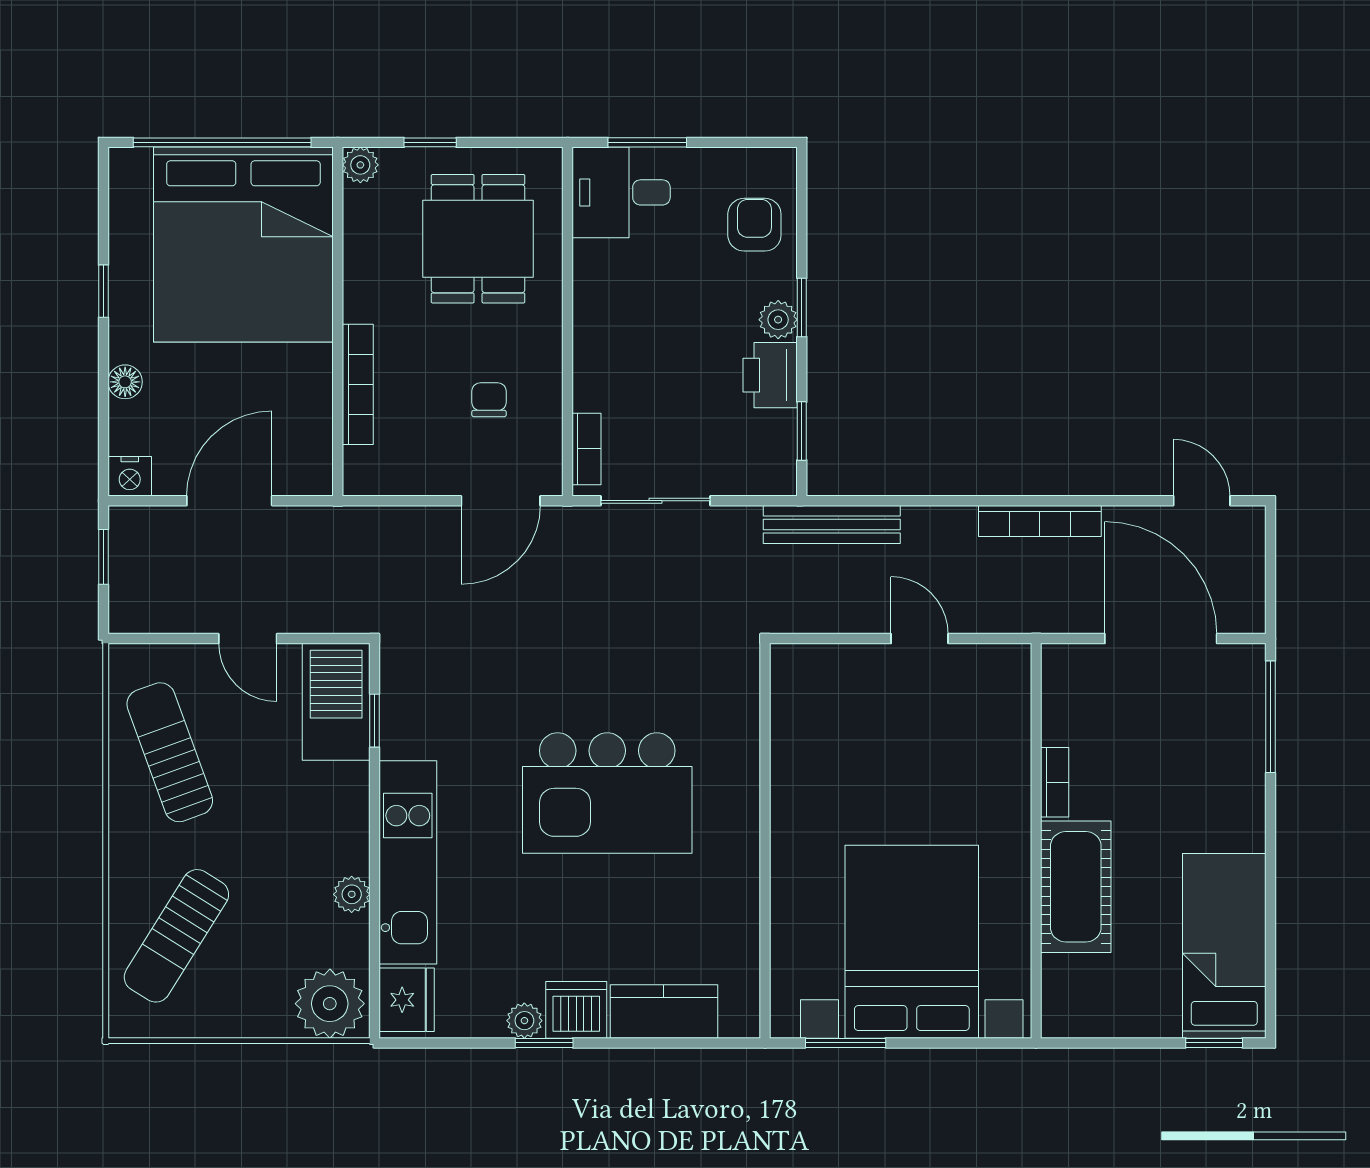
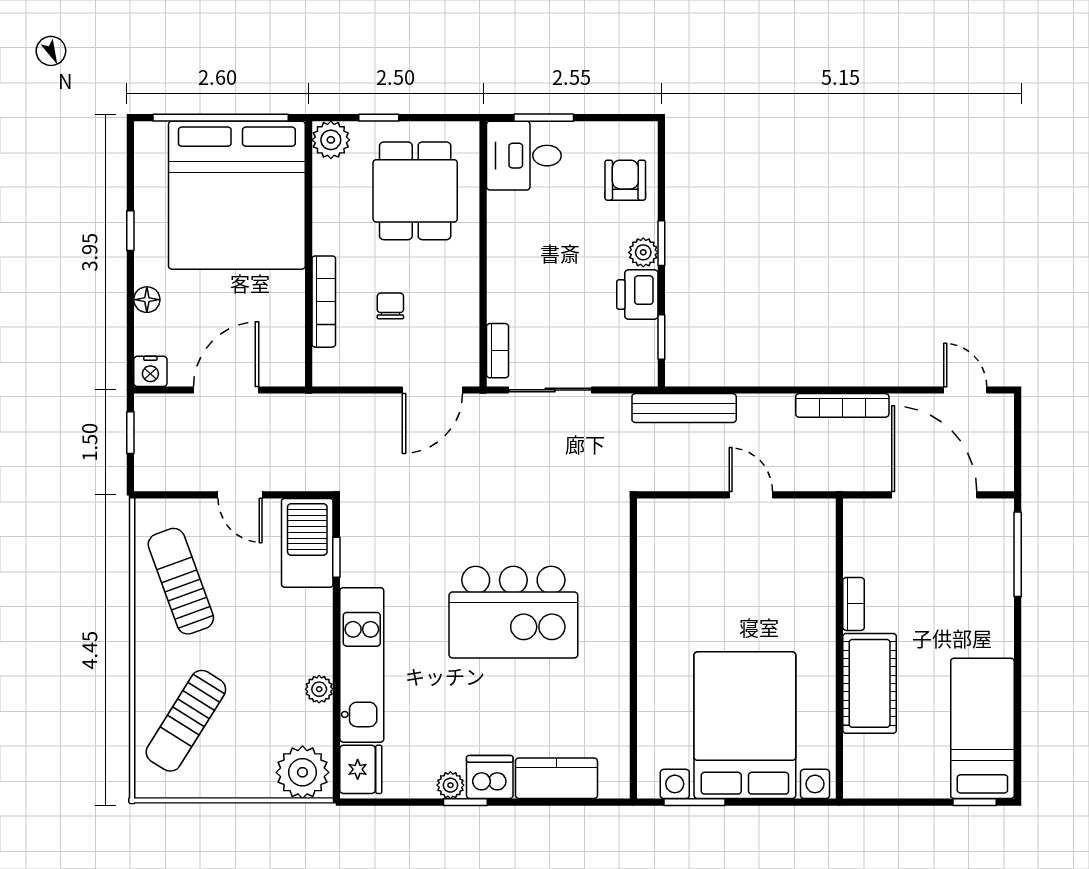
plant: (360, 165) -> (331, 140), width x1.38, depth x1.38
chair: (489, 400) -> (390, 306), moved

